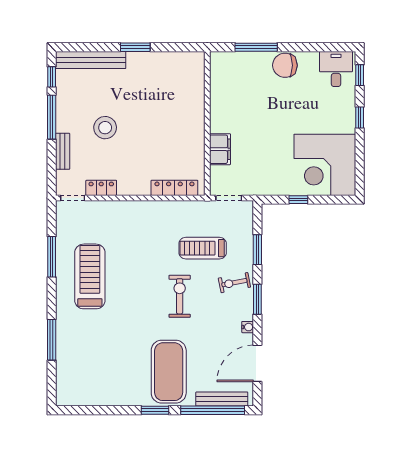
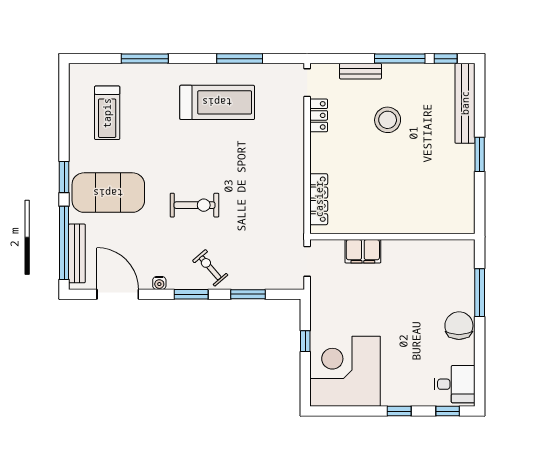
treadmill: (203, 248) -> (107, 113), moved, turned 180
exercise bike: (234, 283) -> (210, 268), turned -30

